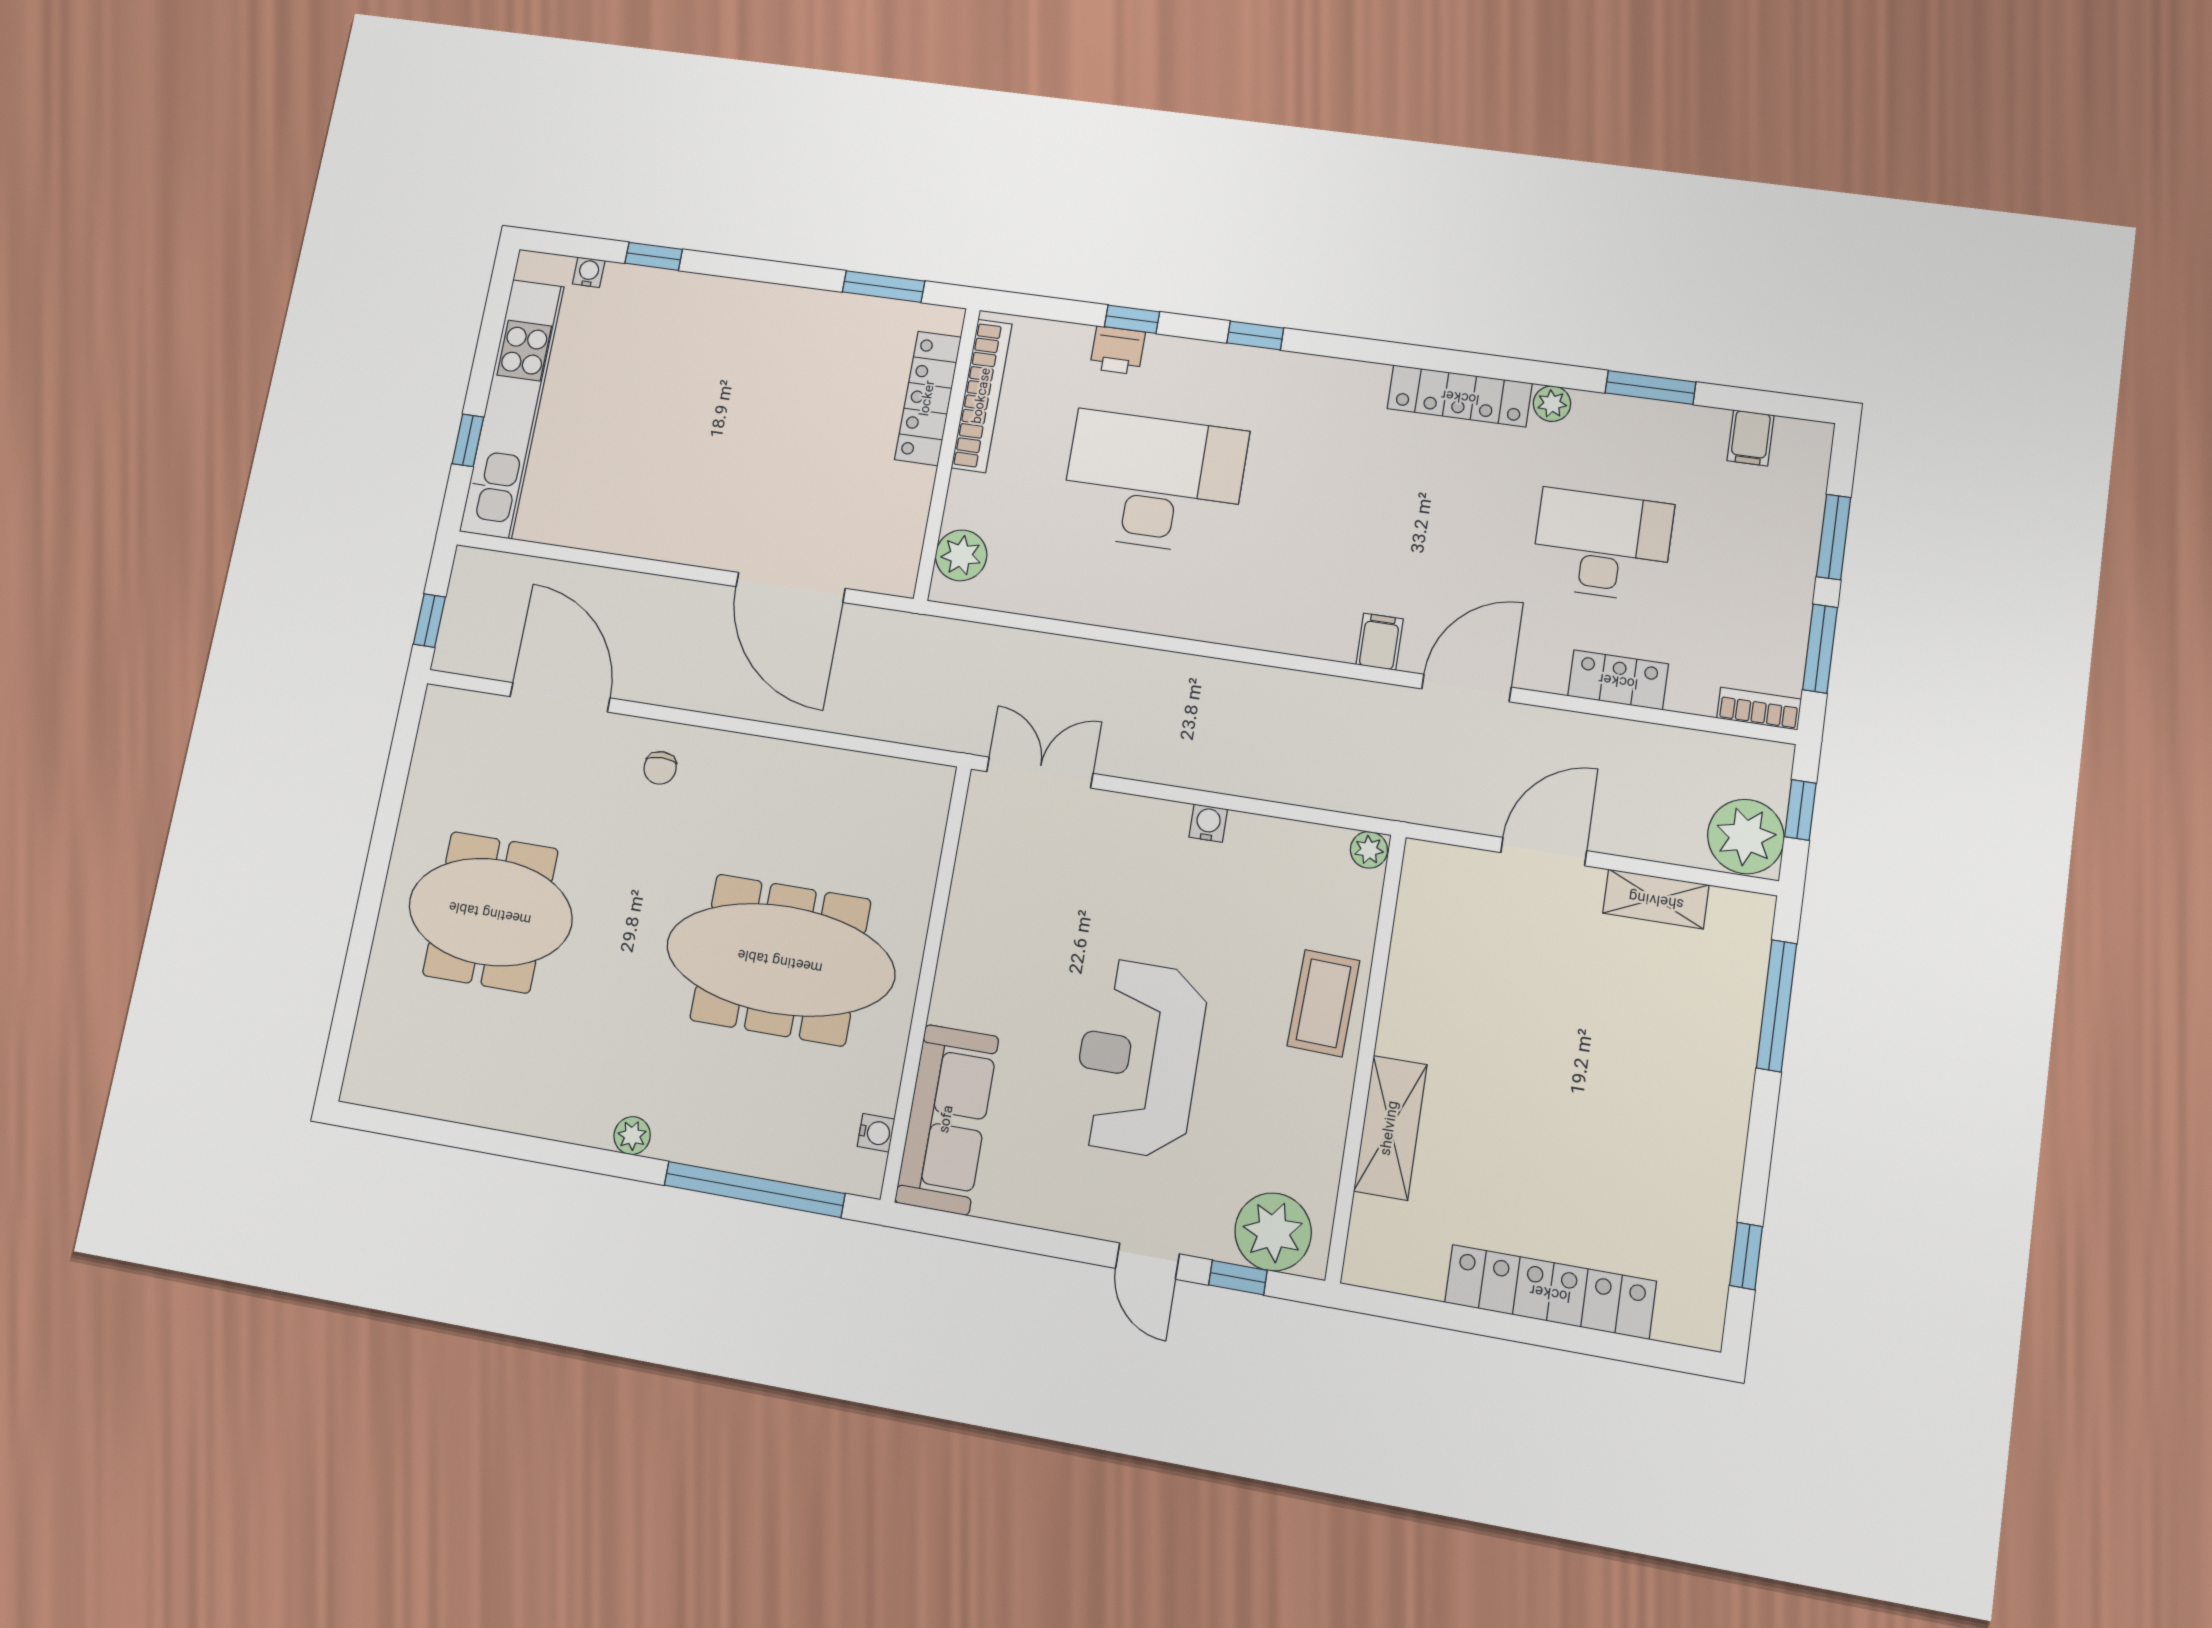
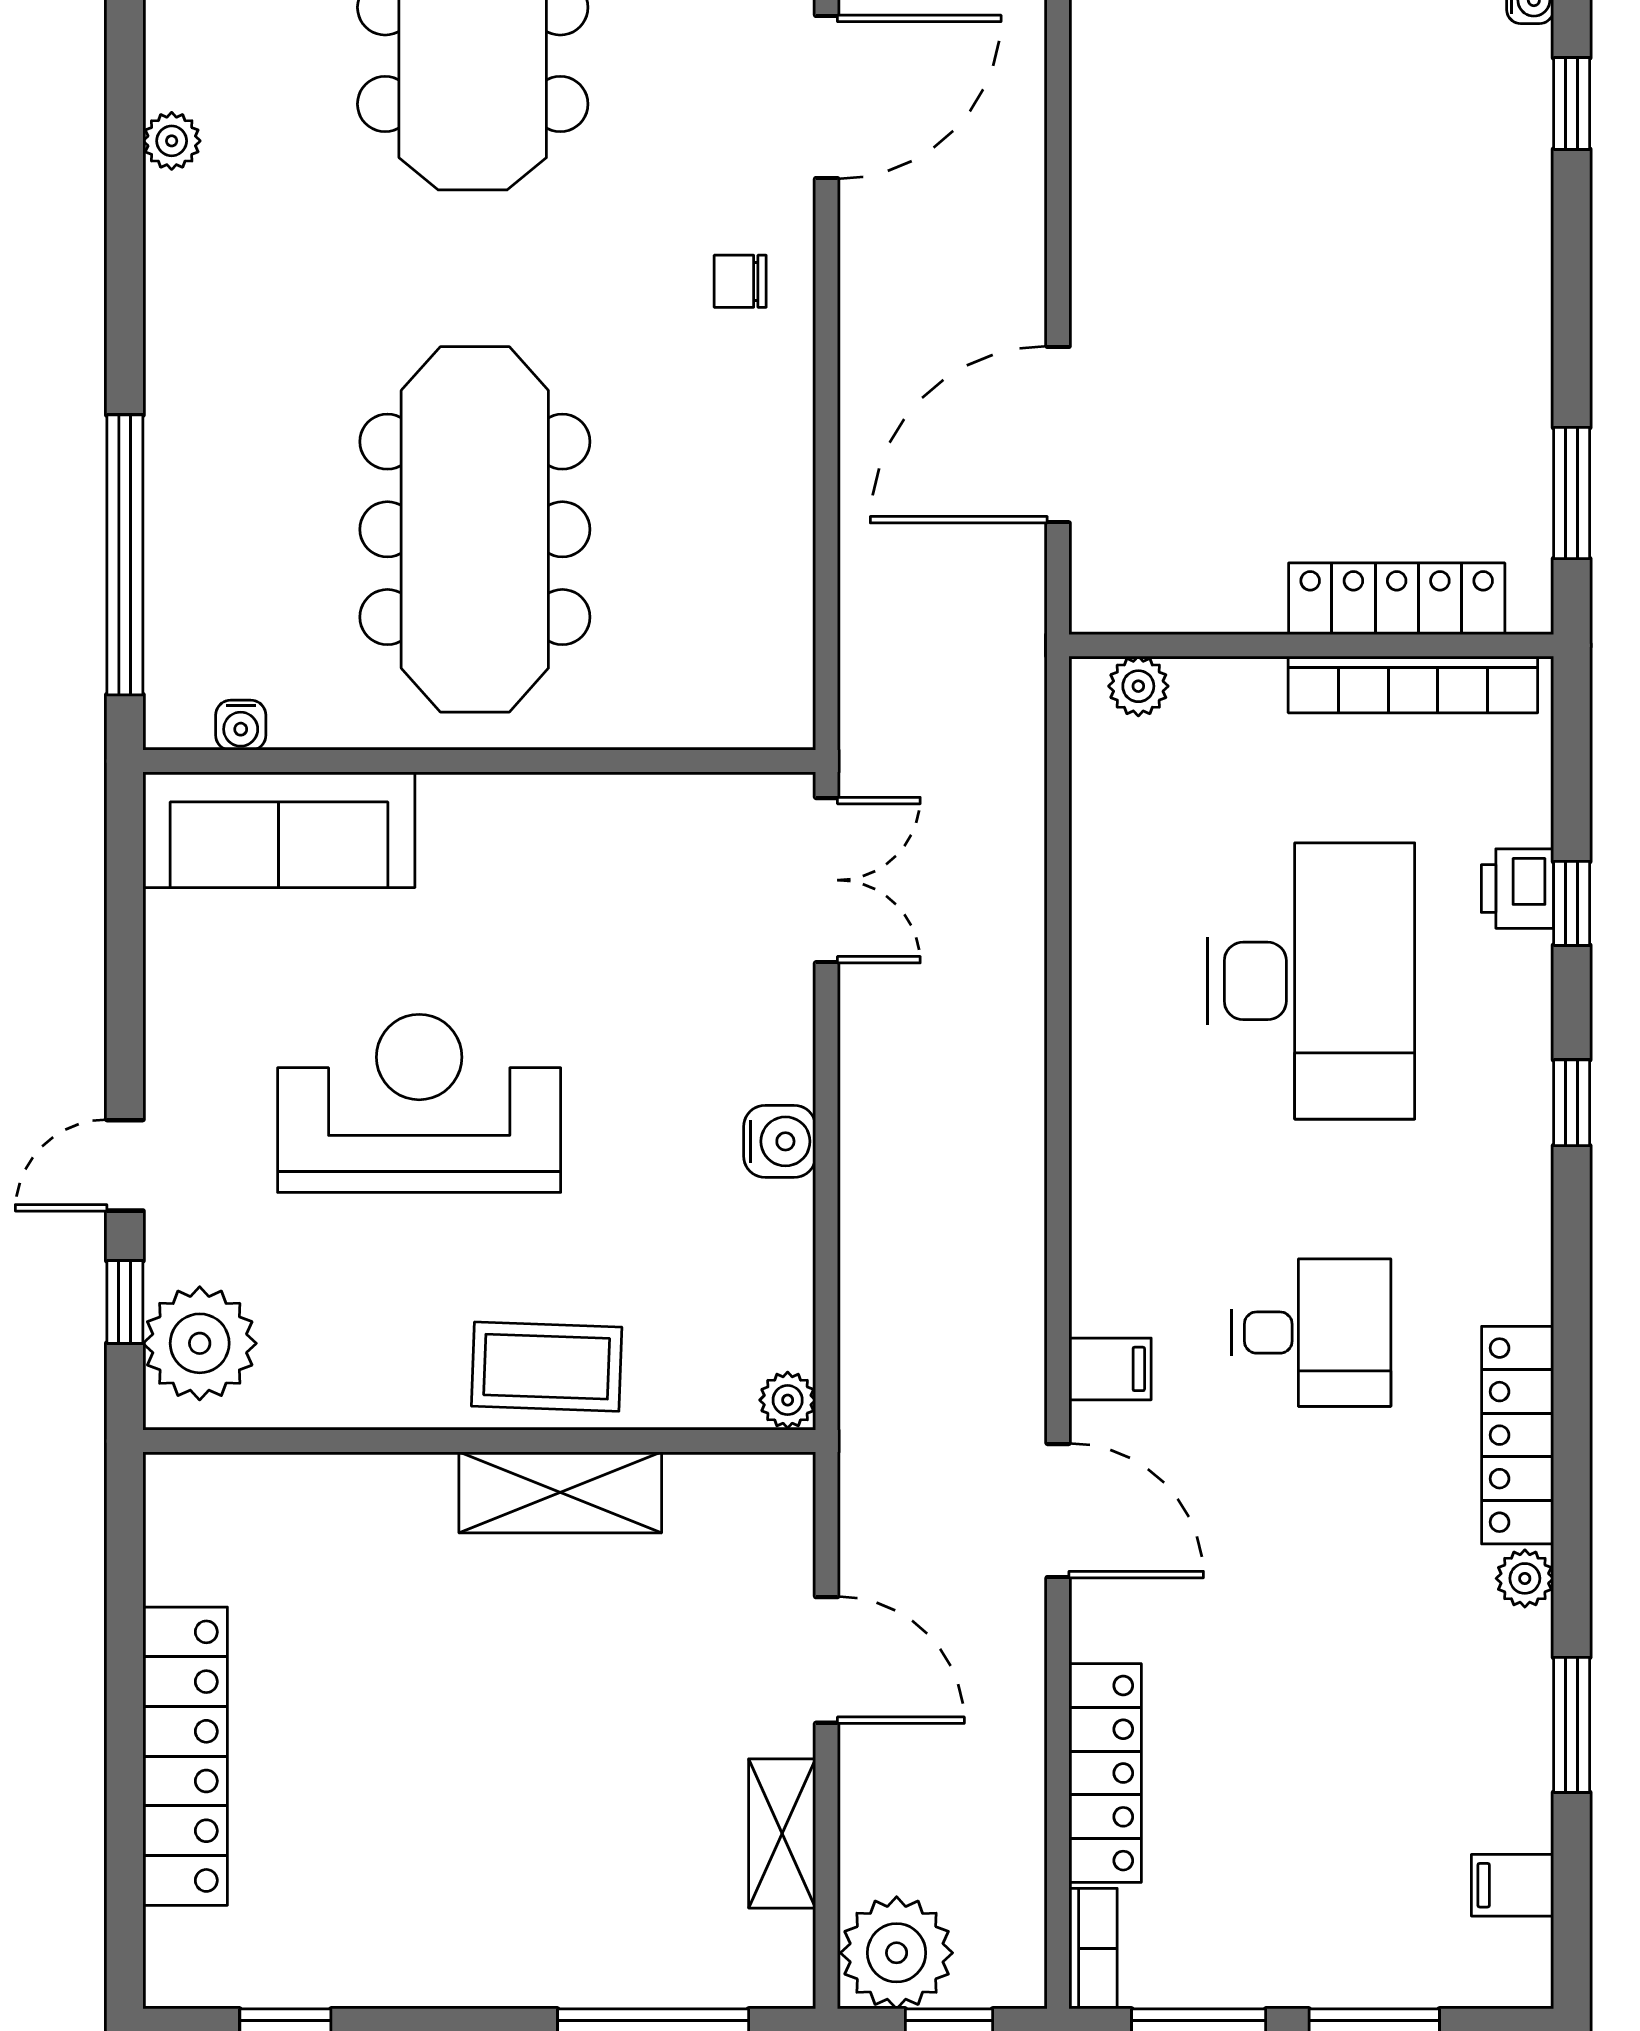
desk: (1602, 545) -> (1311, 1333), moved, width x0.73
plant: (961, 555) -> (1138, 686), width x0.73, depth x0.73
locker: (1618, 680) -> (1105, 1773), width x1.53
water cooler: (1208, 823) -> (780, 1141), width x1.38, depth x1.38
shelving: (1390, 1128) -> (560, 1492), moved
plant: (632, 1136) -> (172, 141), moved

